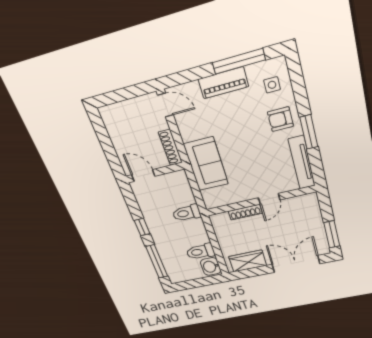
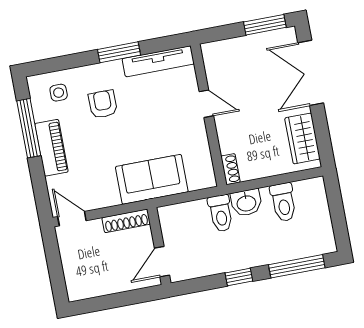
door: (165, 105) -> (72, 219), hinge flipped
armchair: (280, 119) -> (103, 104), moved, turned 180
shoe rack: (245, 212) -> (231, 169), moved, width x0.70
washbasin: (211, 267) -> (246, 203), moved

